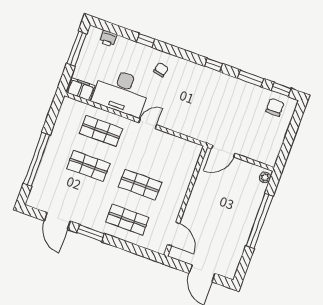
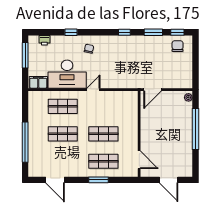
window: (91, 233) -> (99, 180), moved

